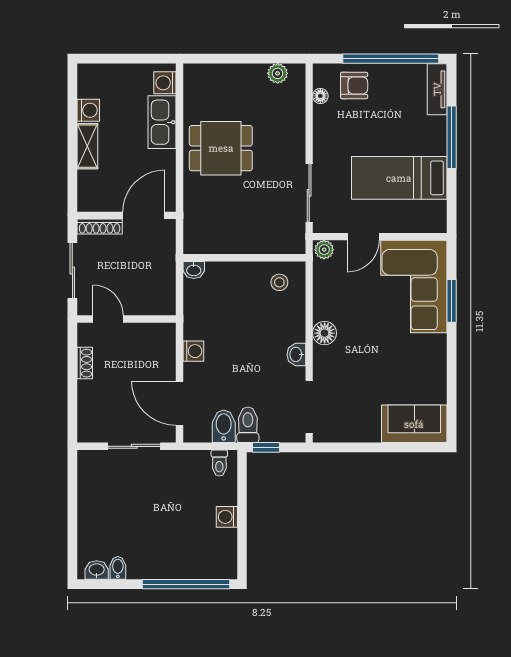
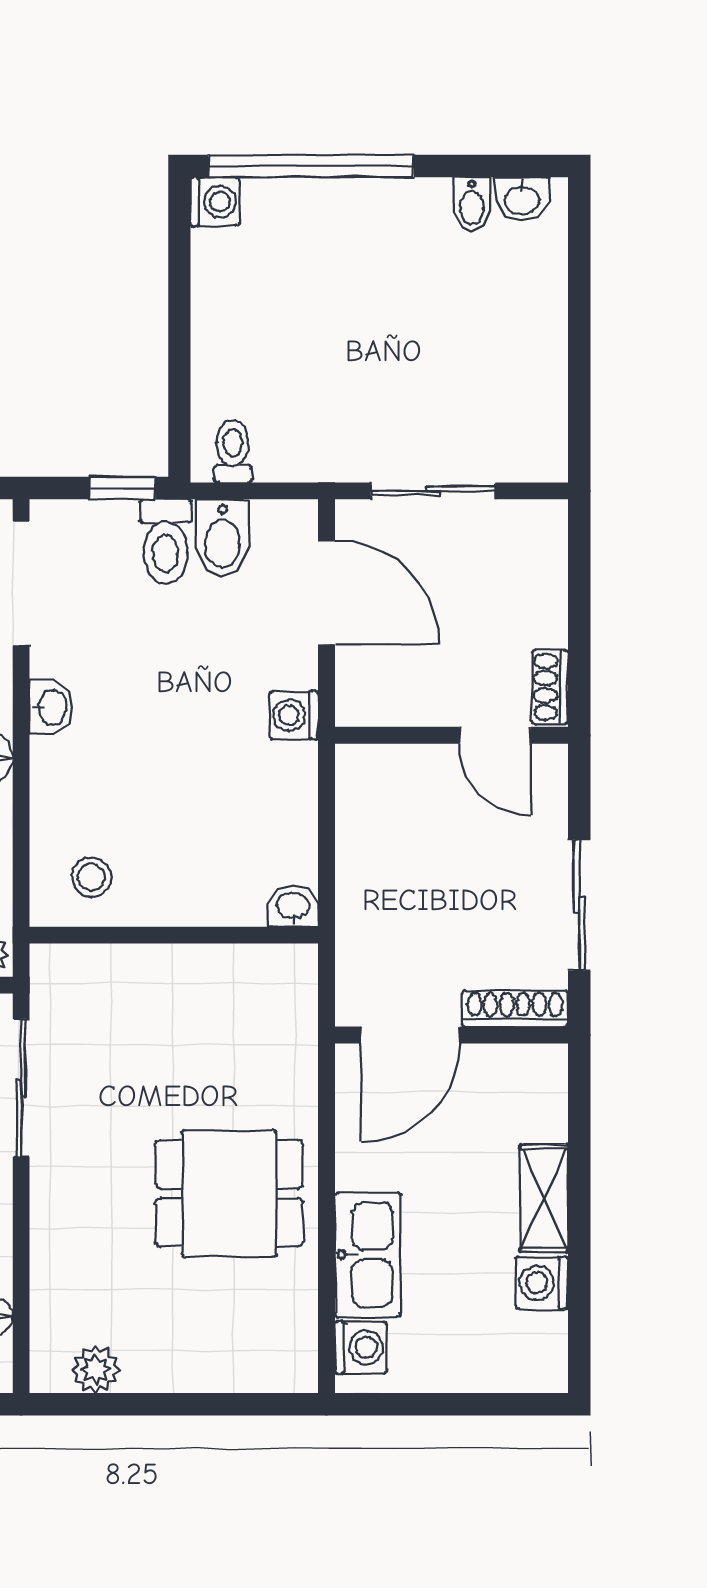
door: (108, 319) -> (495, 735), moved
wall: (127, 319) -> (451, 735), moved
washing machine: (227, 517) -> (215, 202), moved

